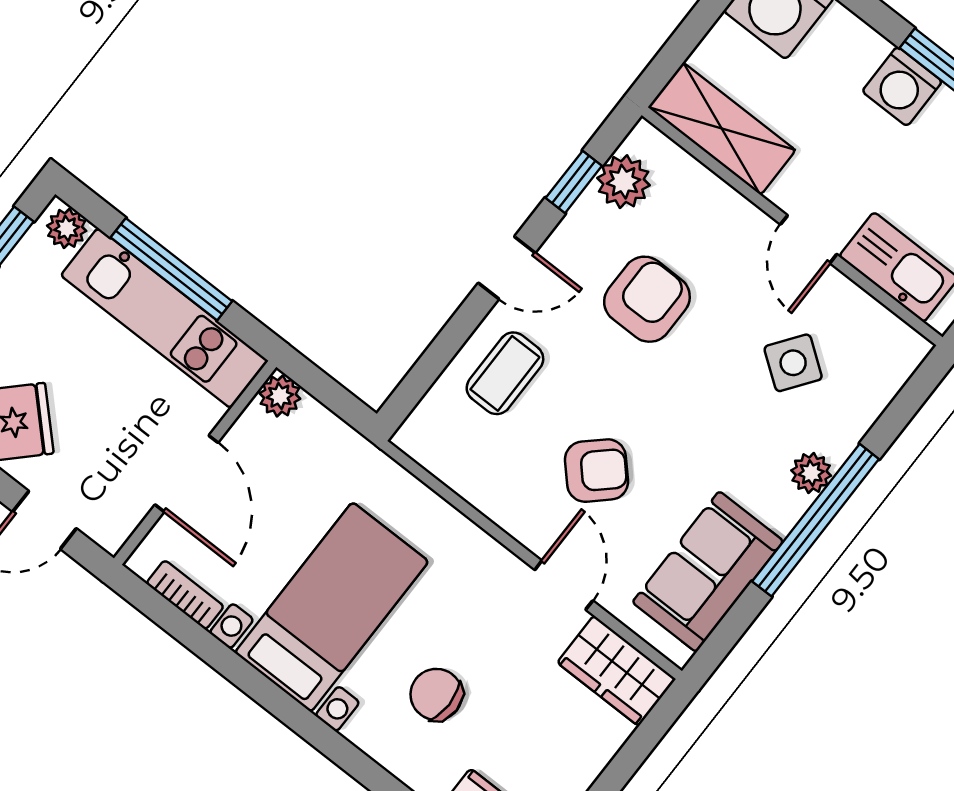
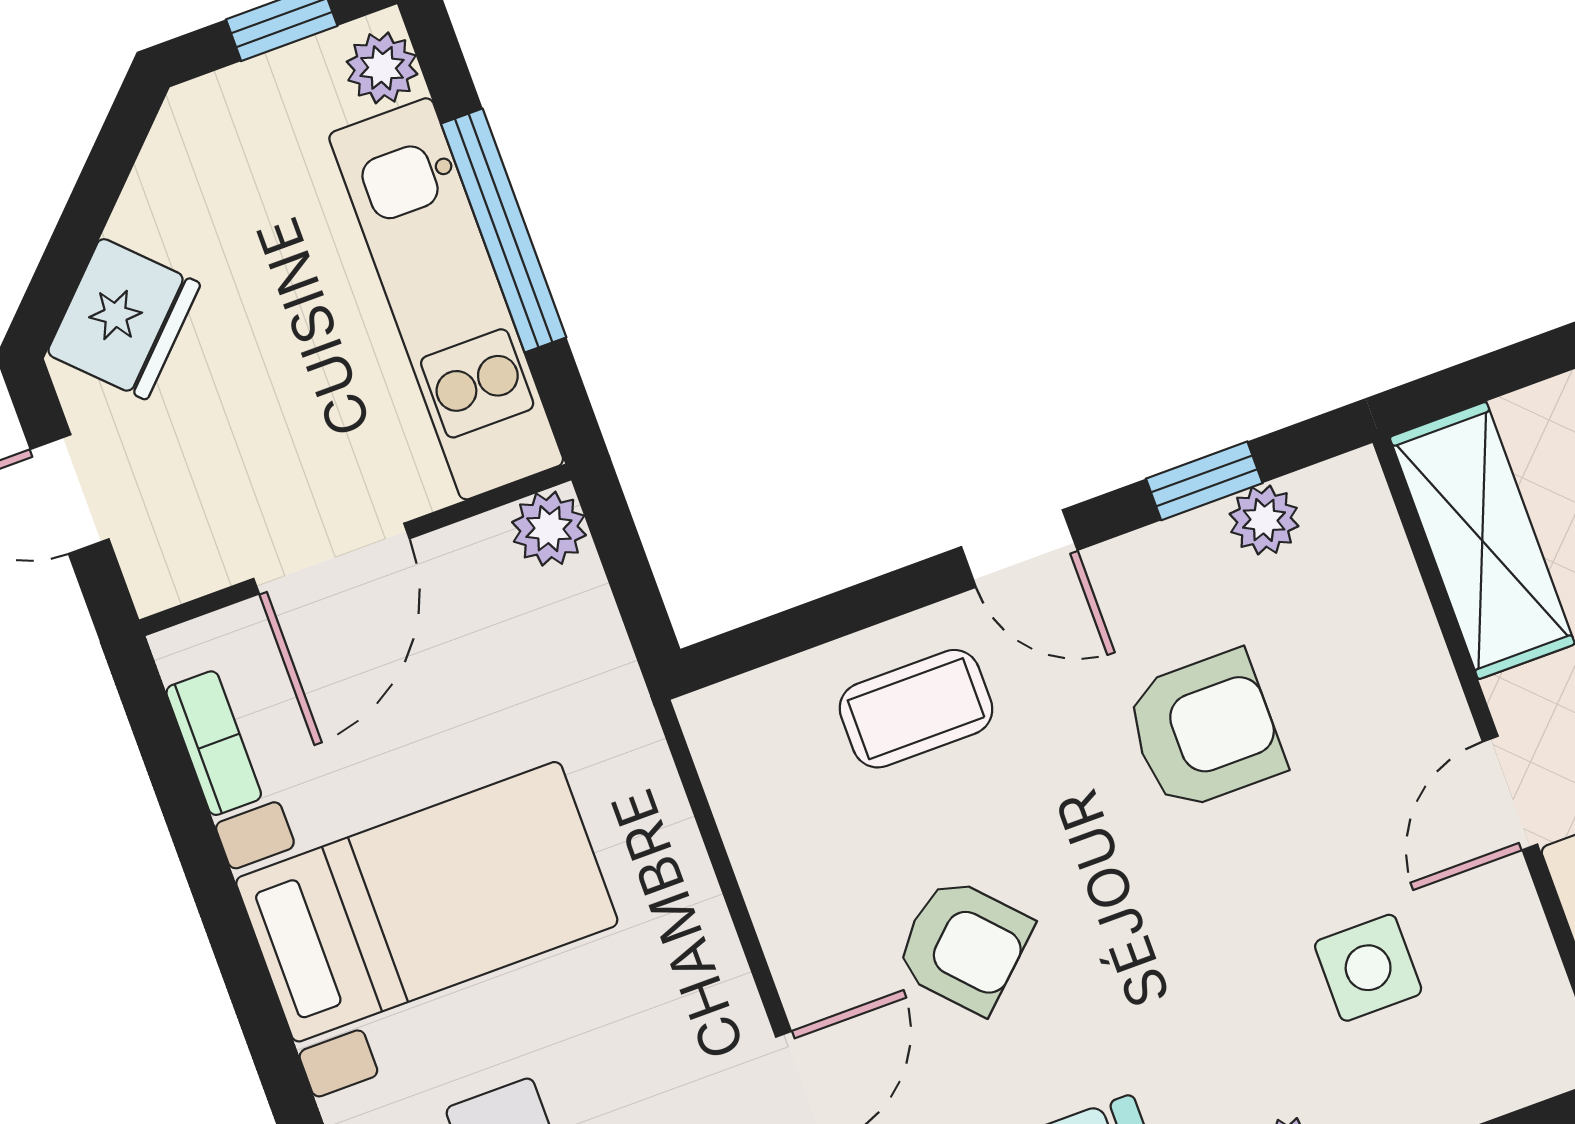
plant: (624, 182) -> (1264, 520), width x0.73, depth x0.73
side table: (793, 363) -> (1368, 968), turned -36

